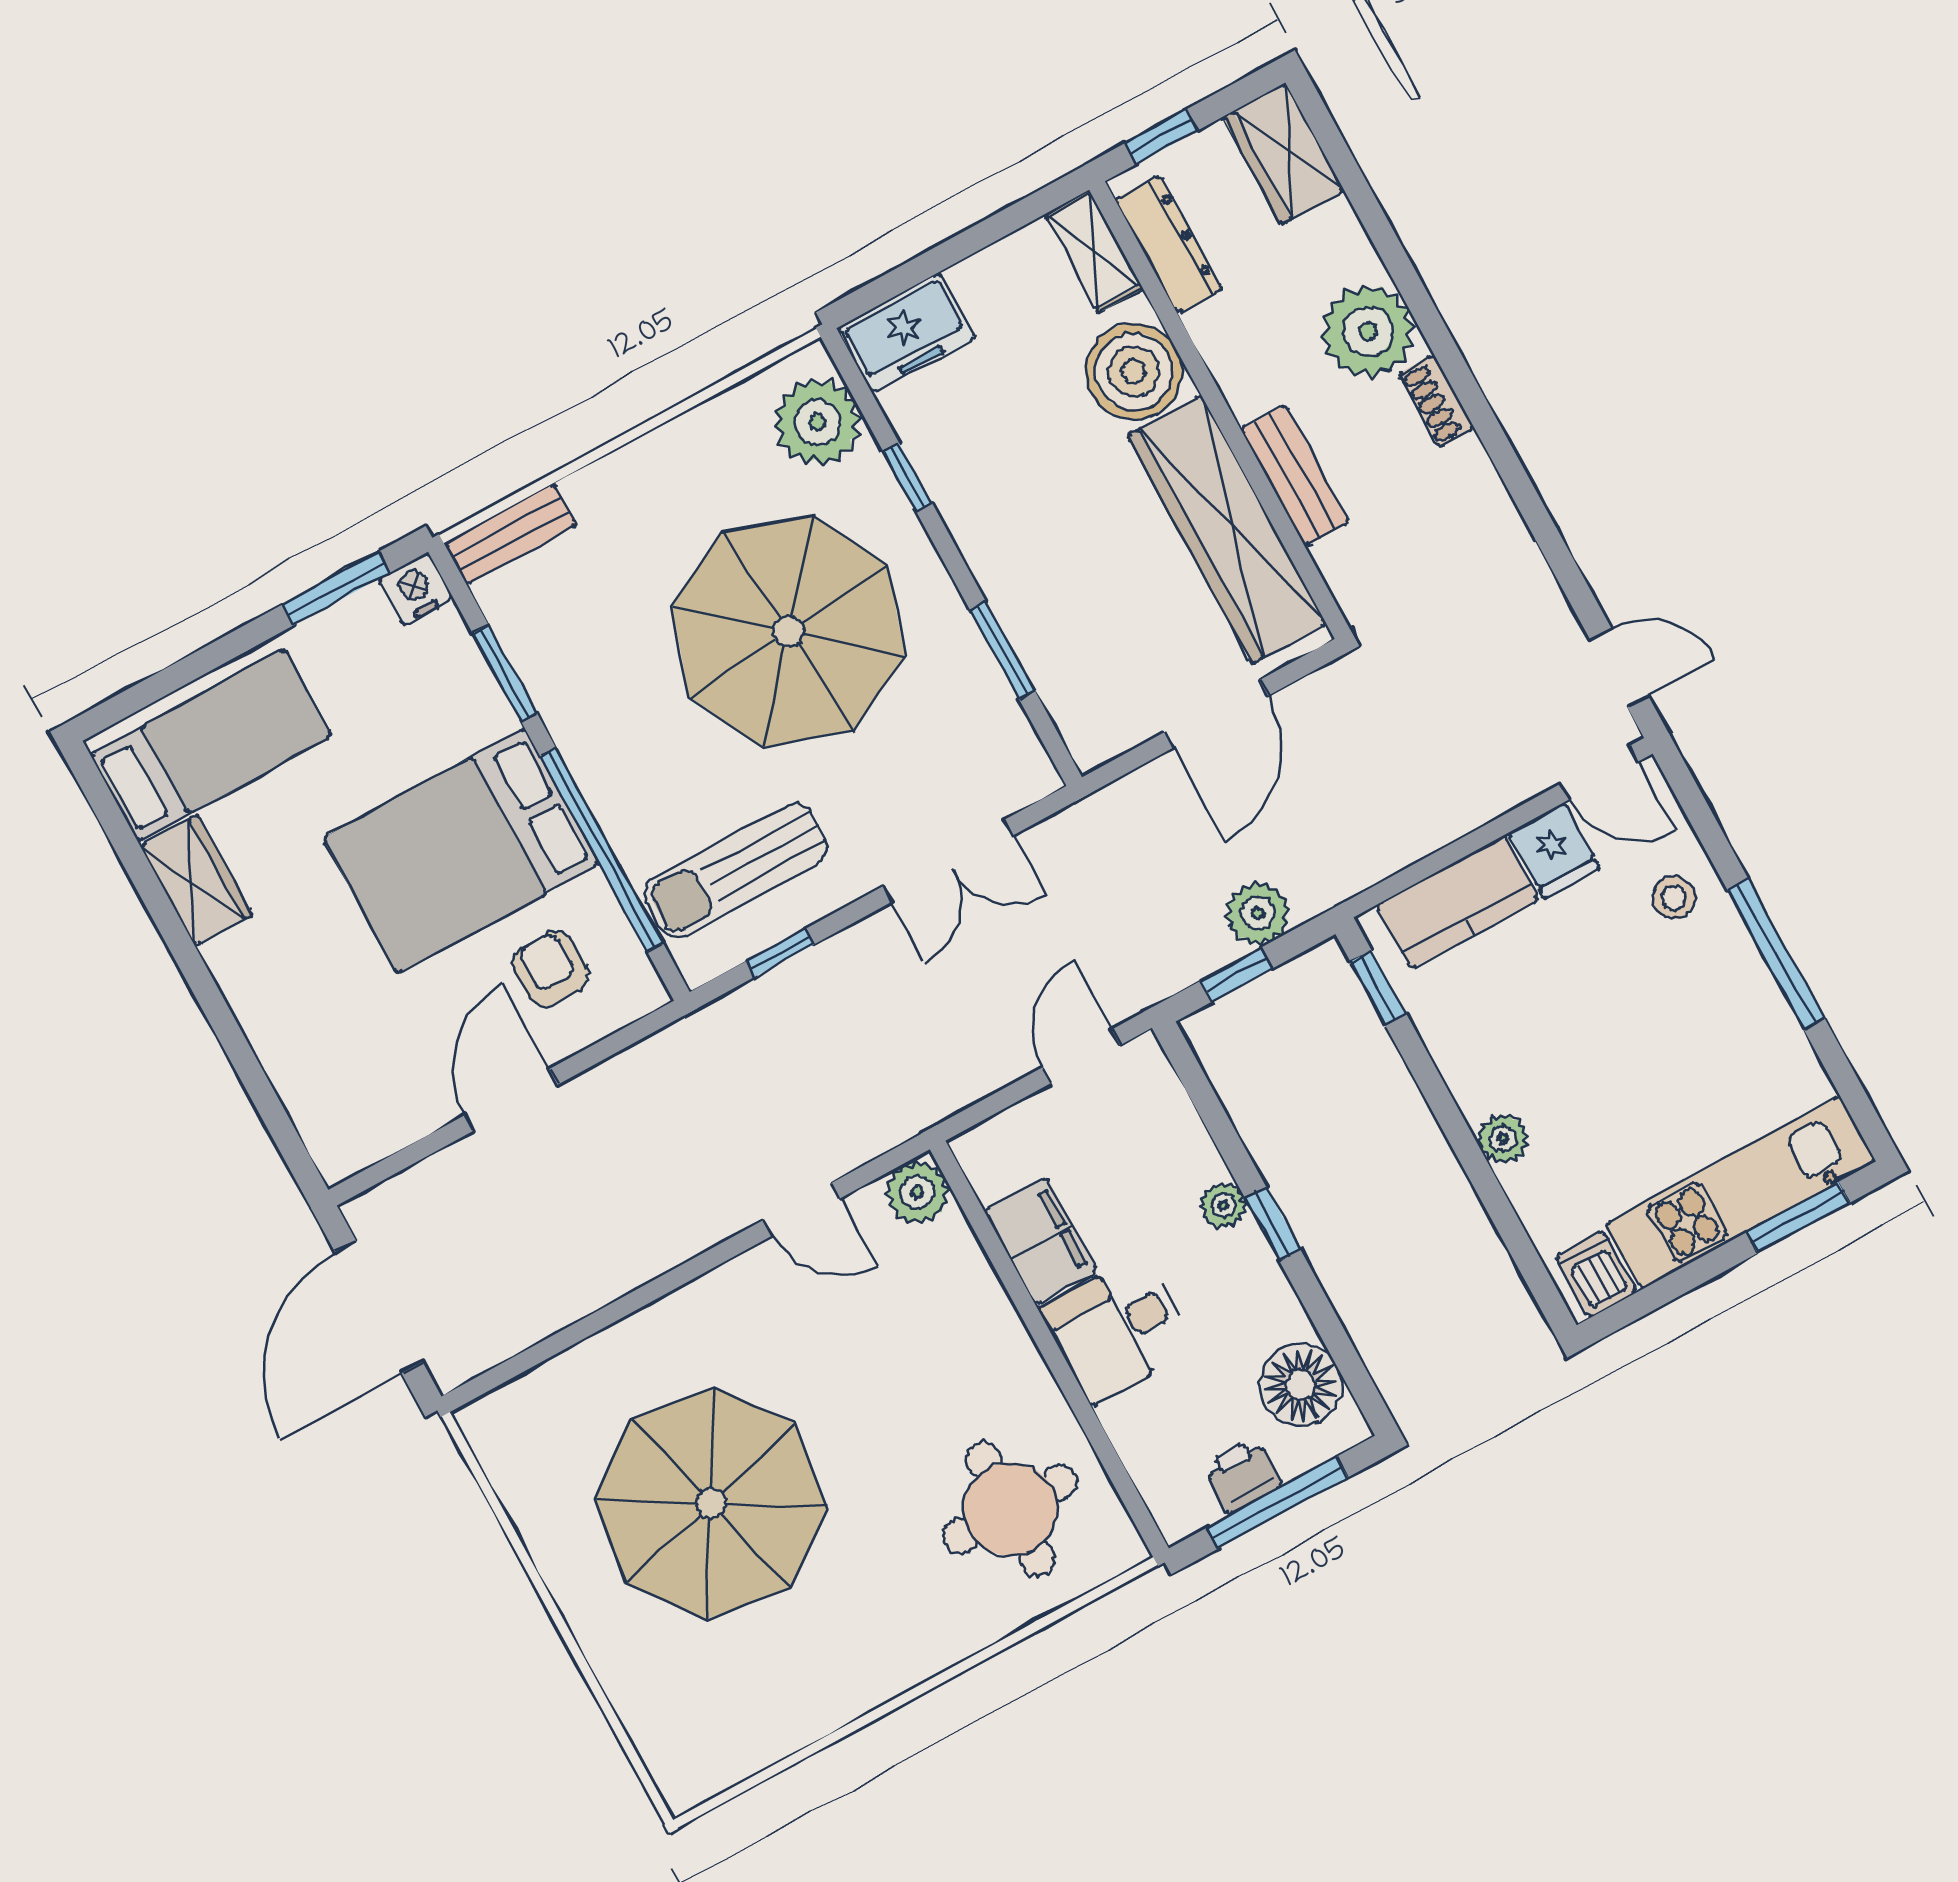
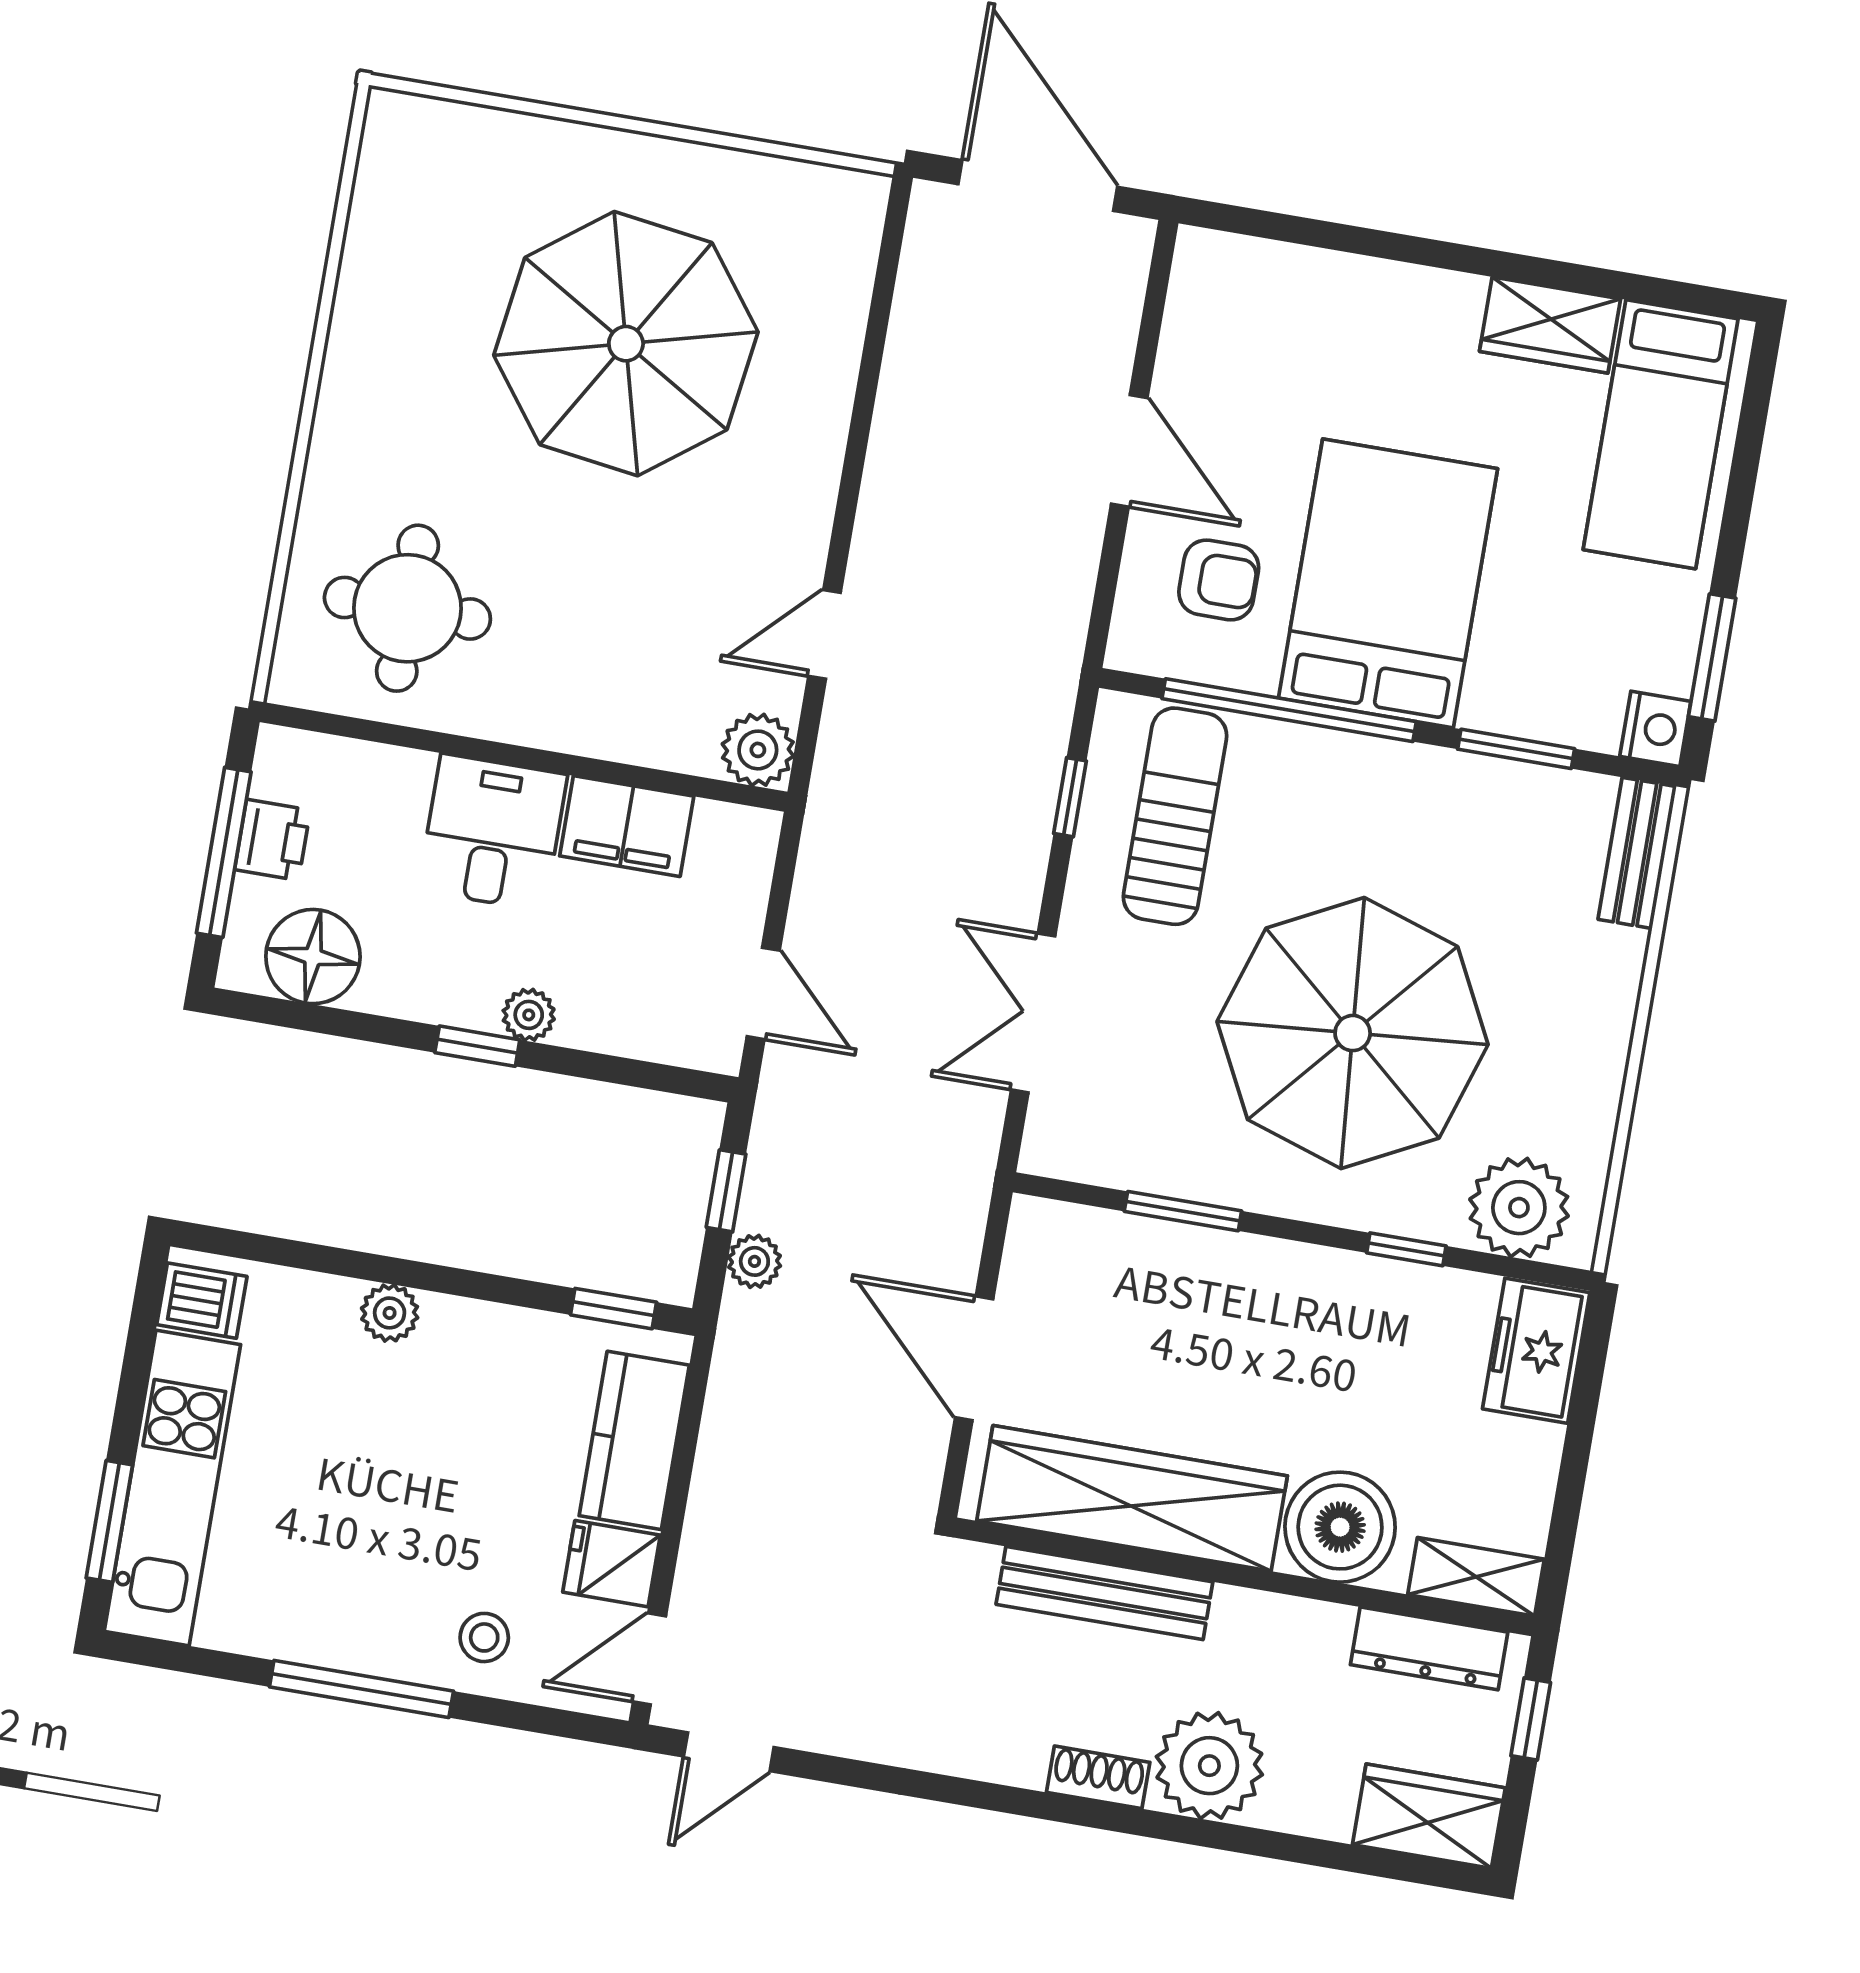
bench: (1295, 476) -> (1104, 1593), width x1.36
plant: (1258, 913) -> (754, 1261), width x0.73, depth x0.73

